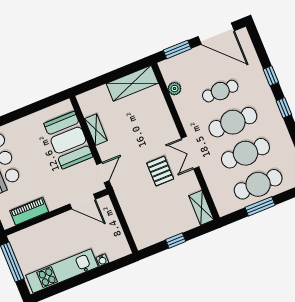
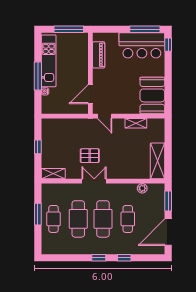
booth: (68, 140) -> (152, 95), moved, turned 90
cafe table: (258, 184) -> (54, 219), width x0.73, depth x0.74
window: (87, 277) -> (38, 76), added

